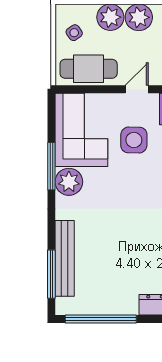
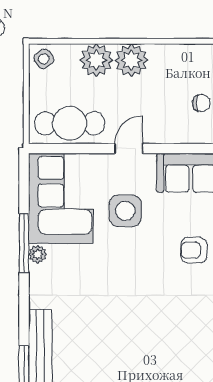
side table: (74, 33) -> (44, 59), moved
plant: (69, 182) -> (38, 254), width x0.53, depth x0.53

